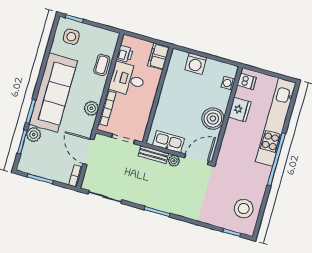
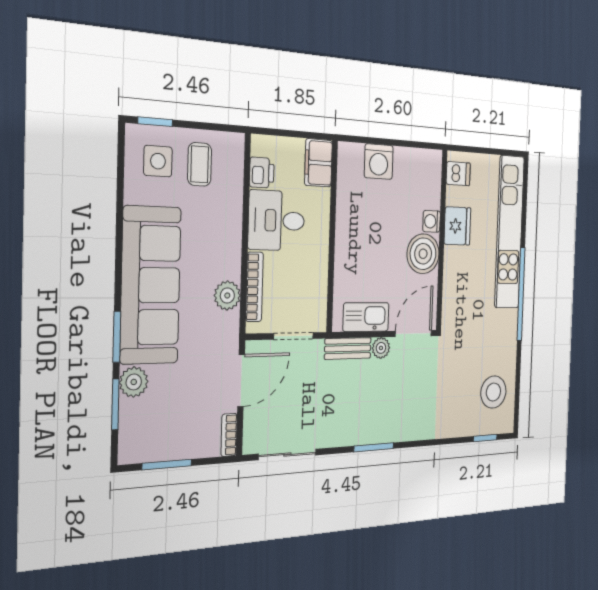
coffee table: (102, 65) -> (200, 164), moved
washing machine: (228, 83) -> (432, 221), moved
door: (89, 152) -> (241, 380), swing flipped

